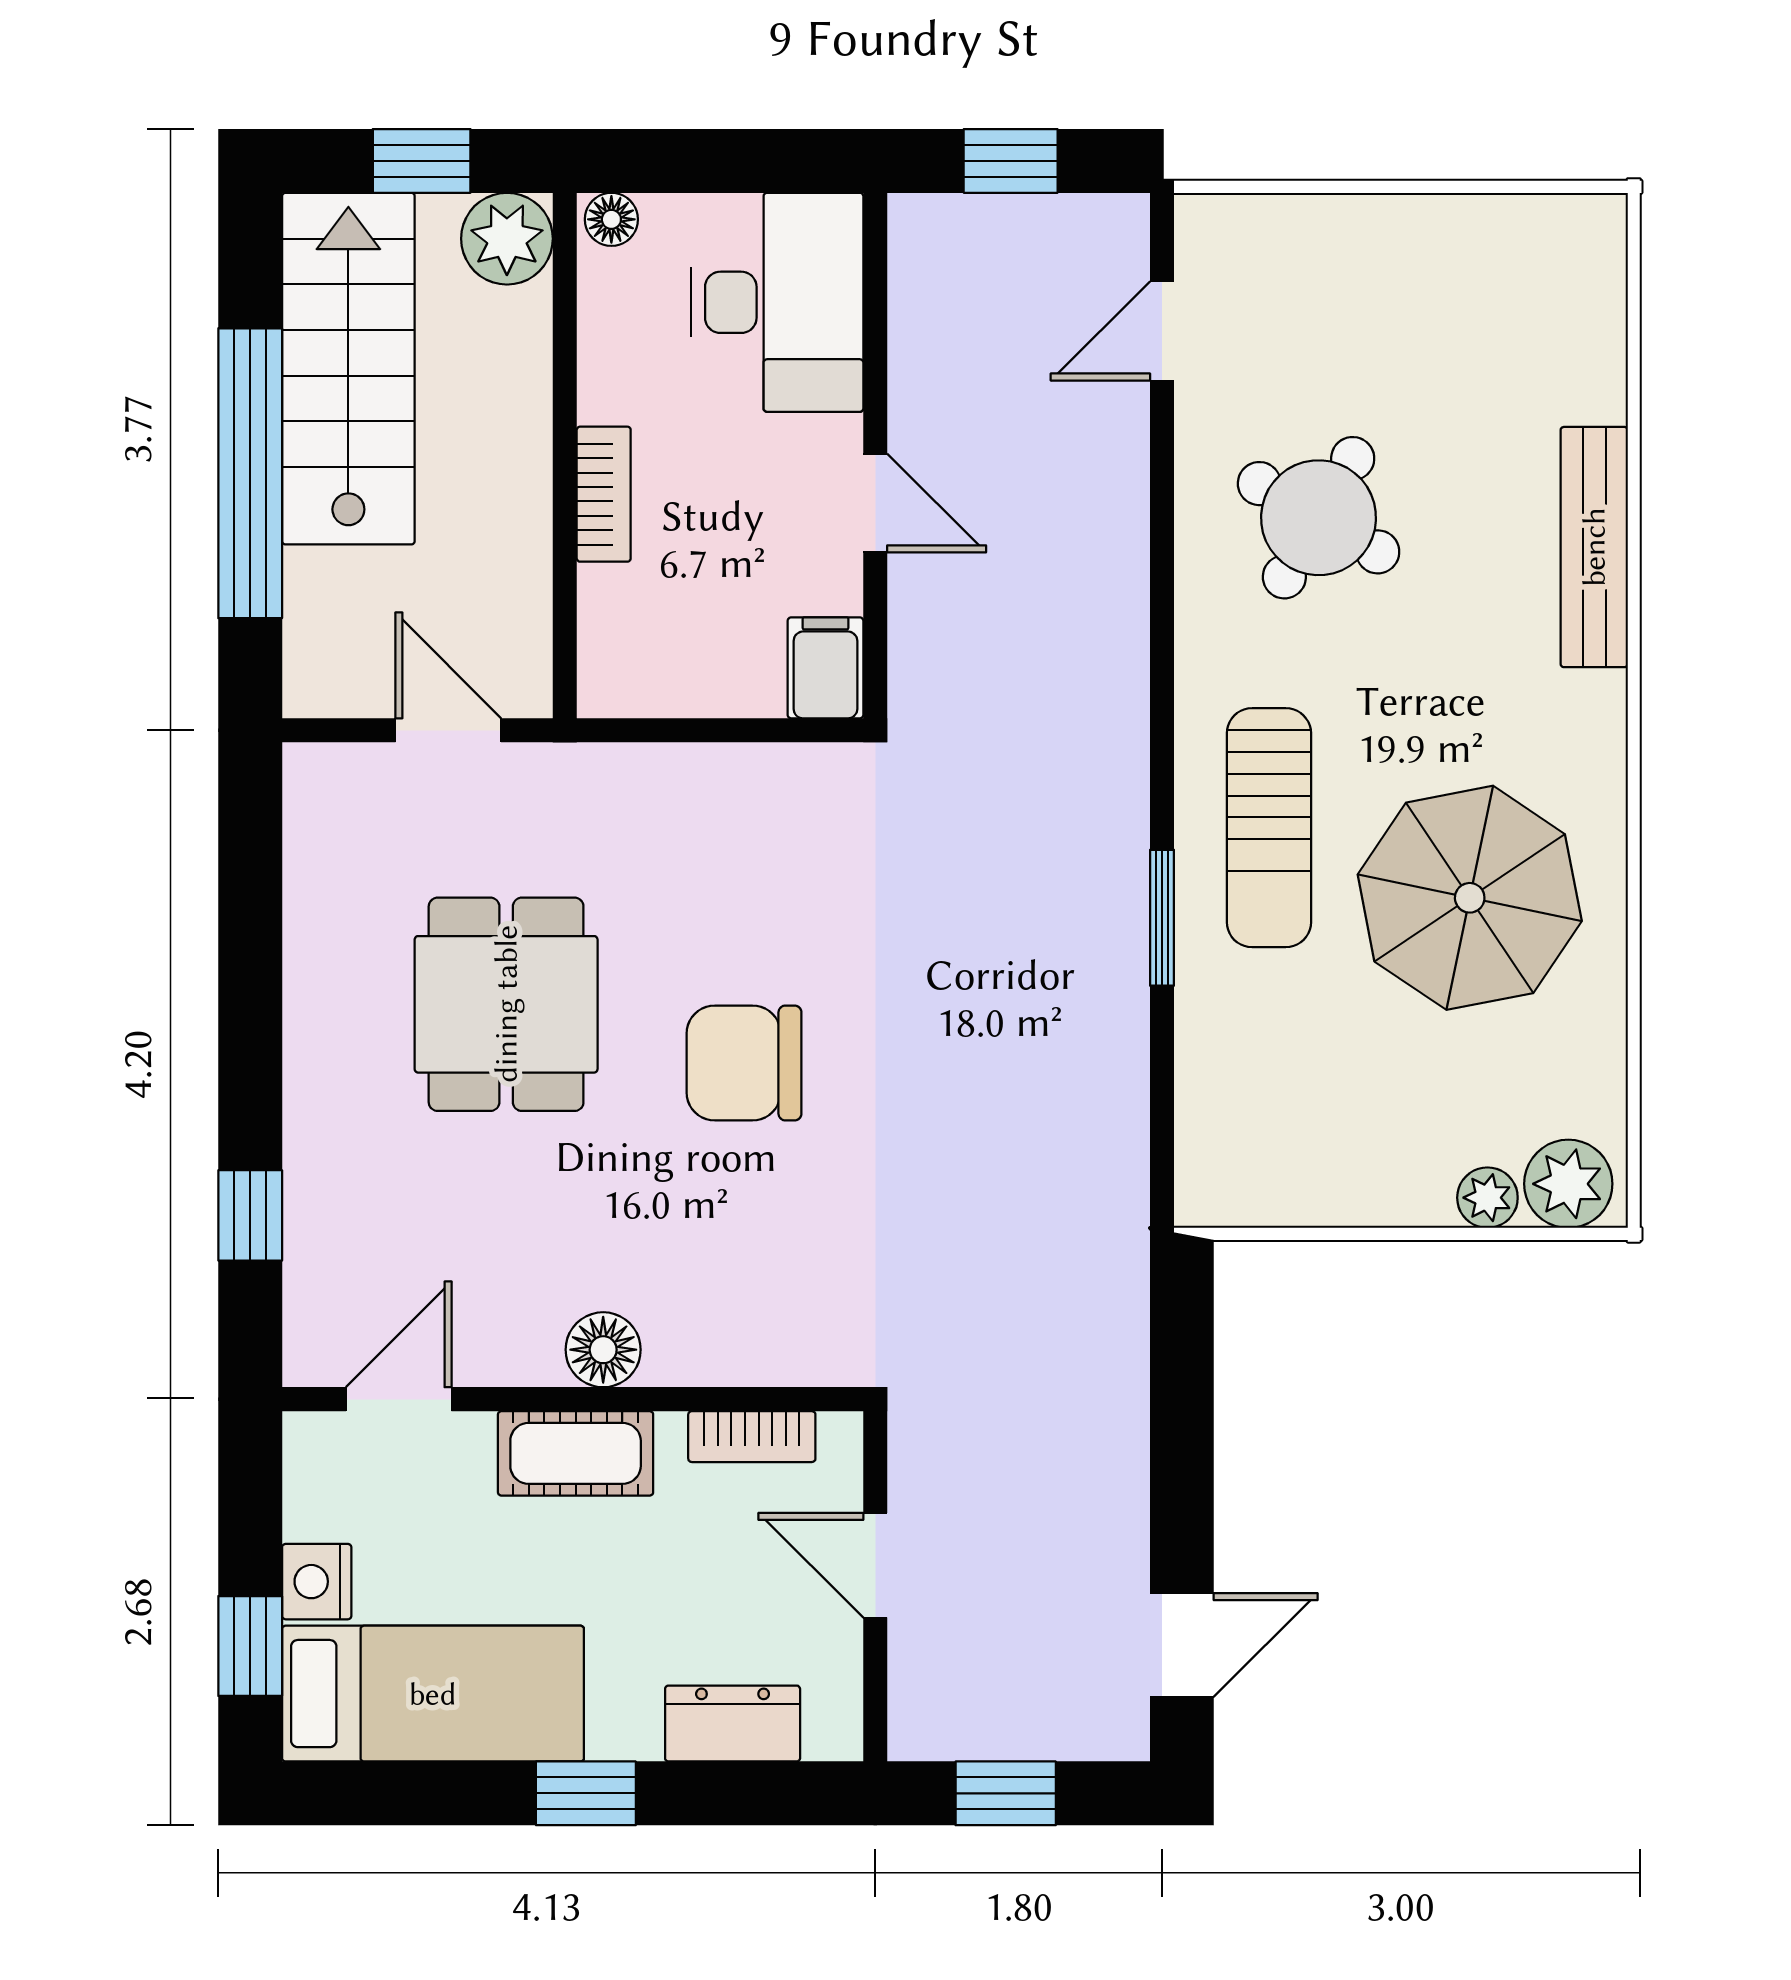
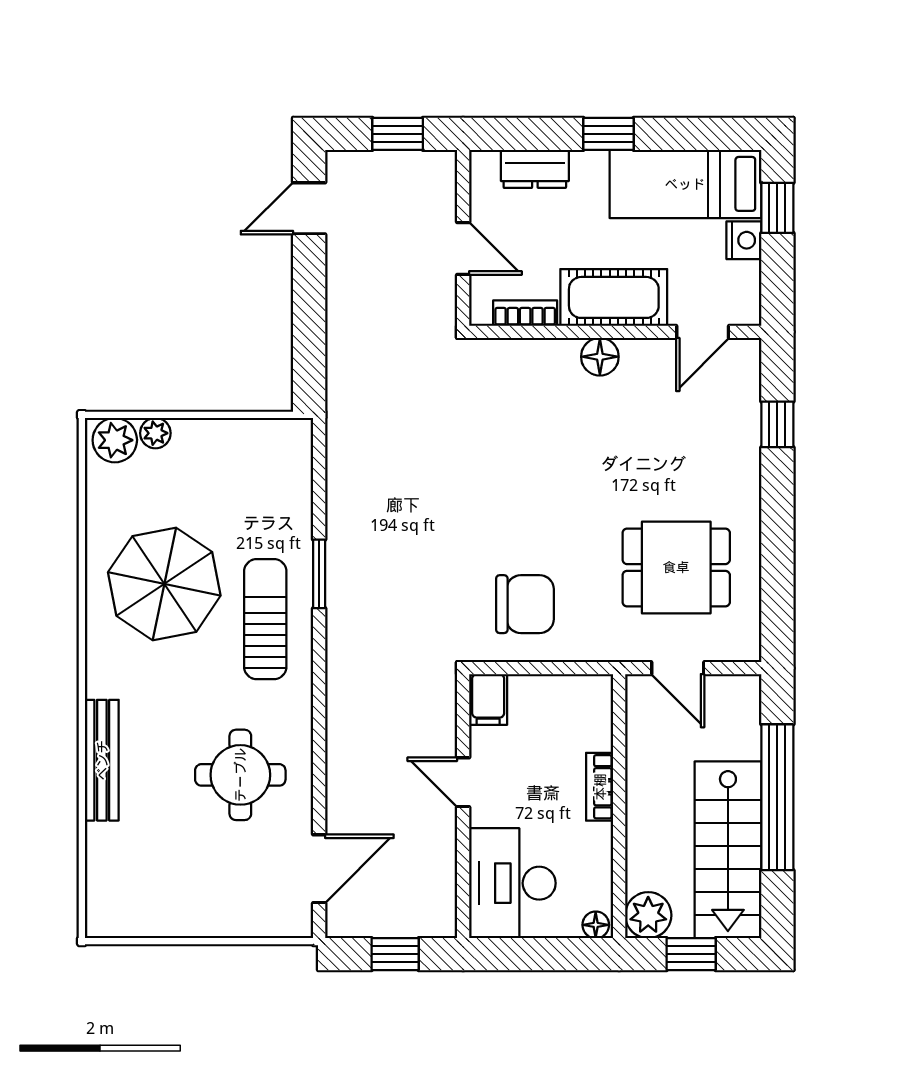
door: (1162, 331) -> (319, 869), width x1.38
round table: (1319, 518) -> (240, 775), turned -30
dining table: (506, 1004) -> (676, 567), moved, turned 90
chair: (744, 1063) -> (525, 604), moved
cot: (576, 1453) -> (614, 297), width x1.37, depth x1.34

